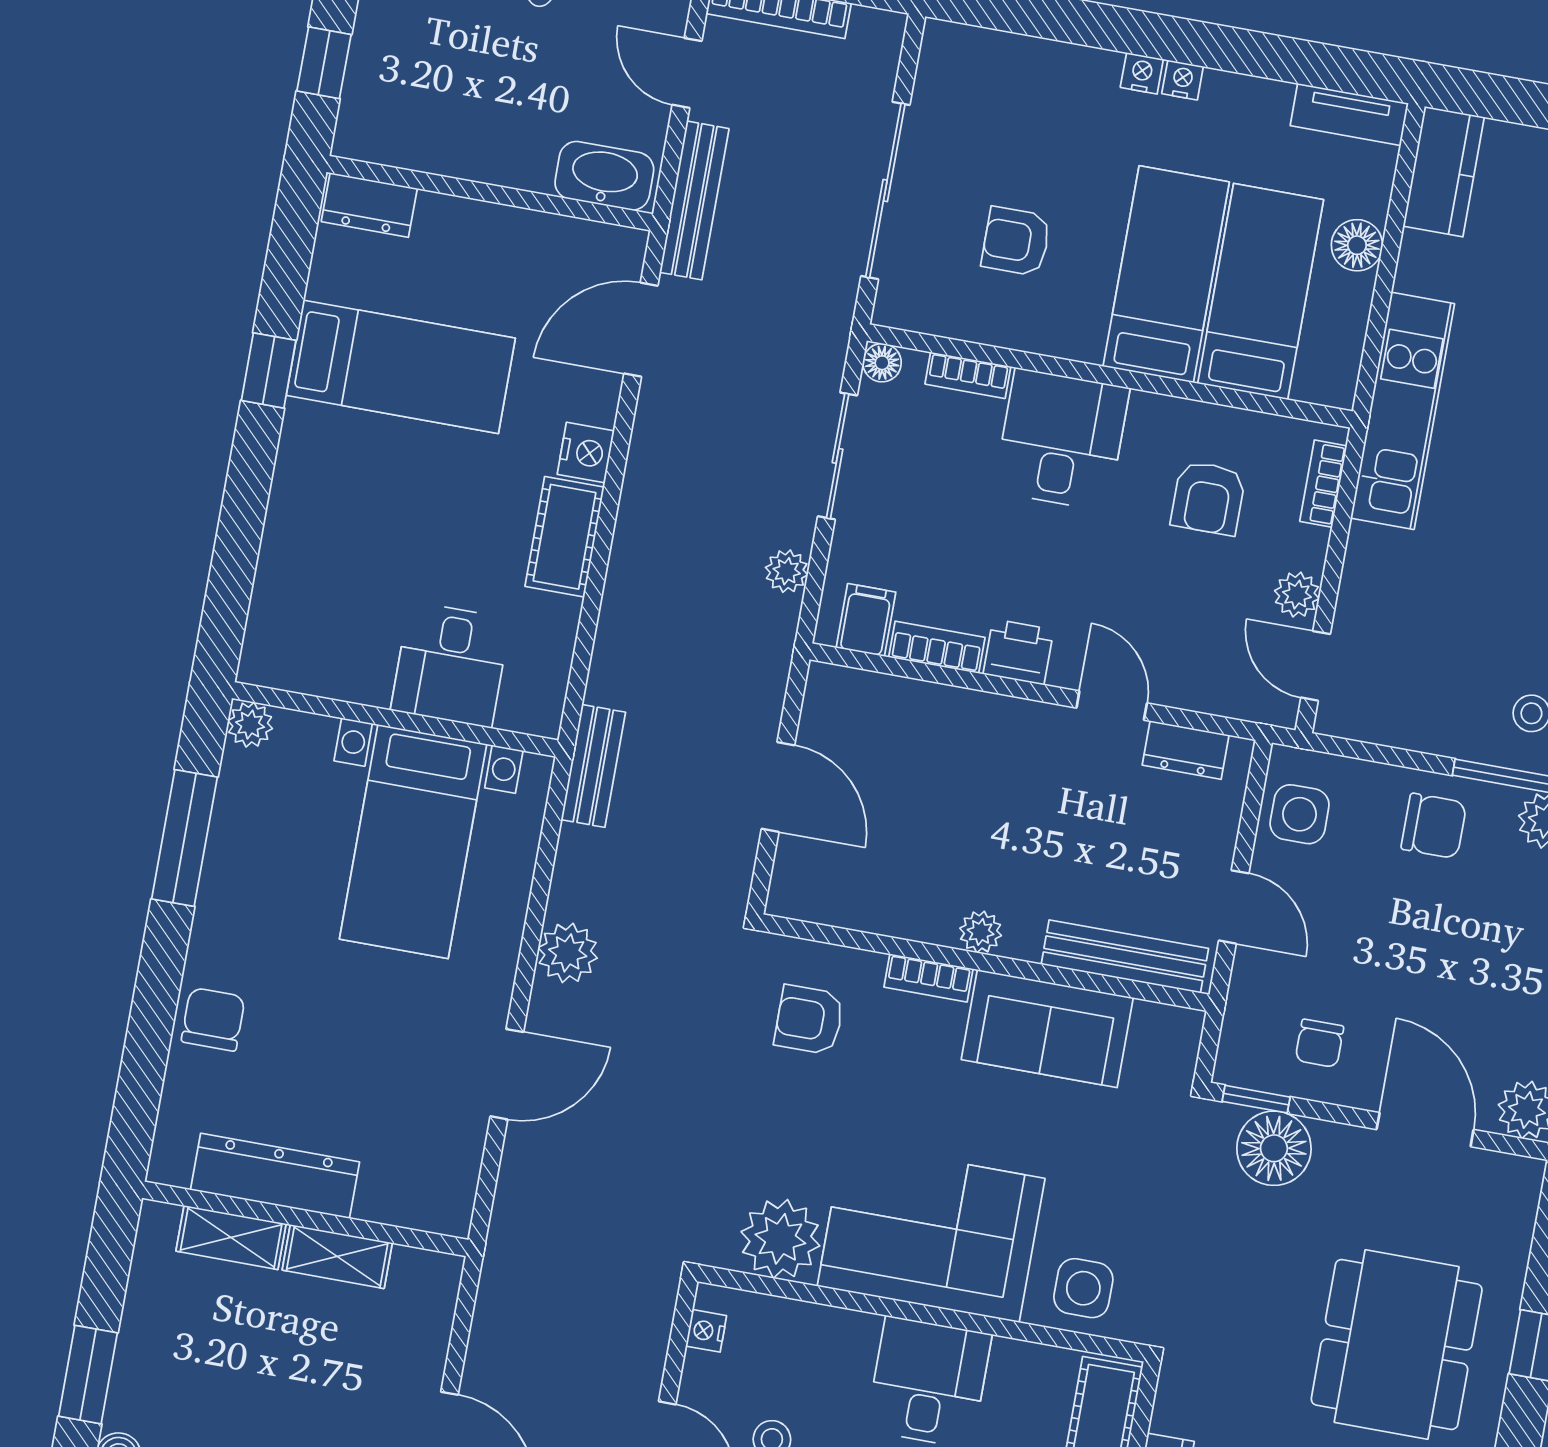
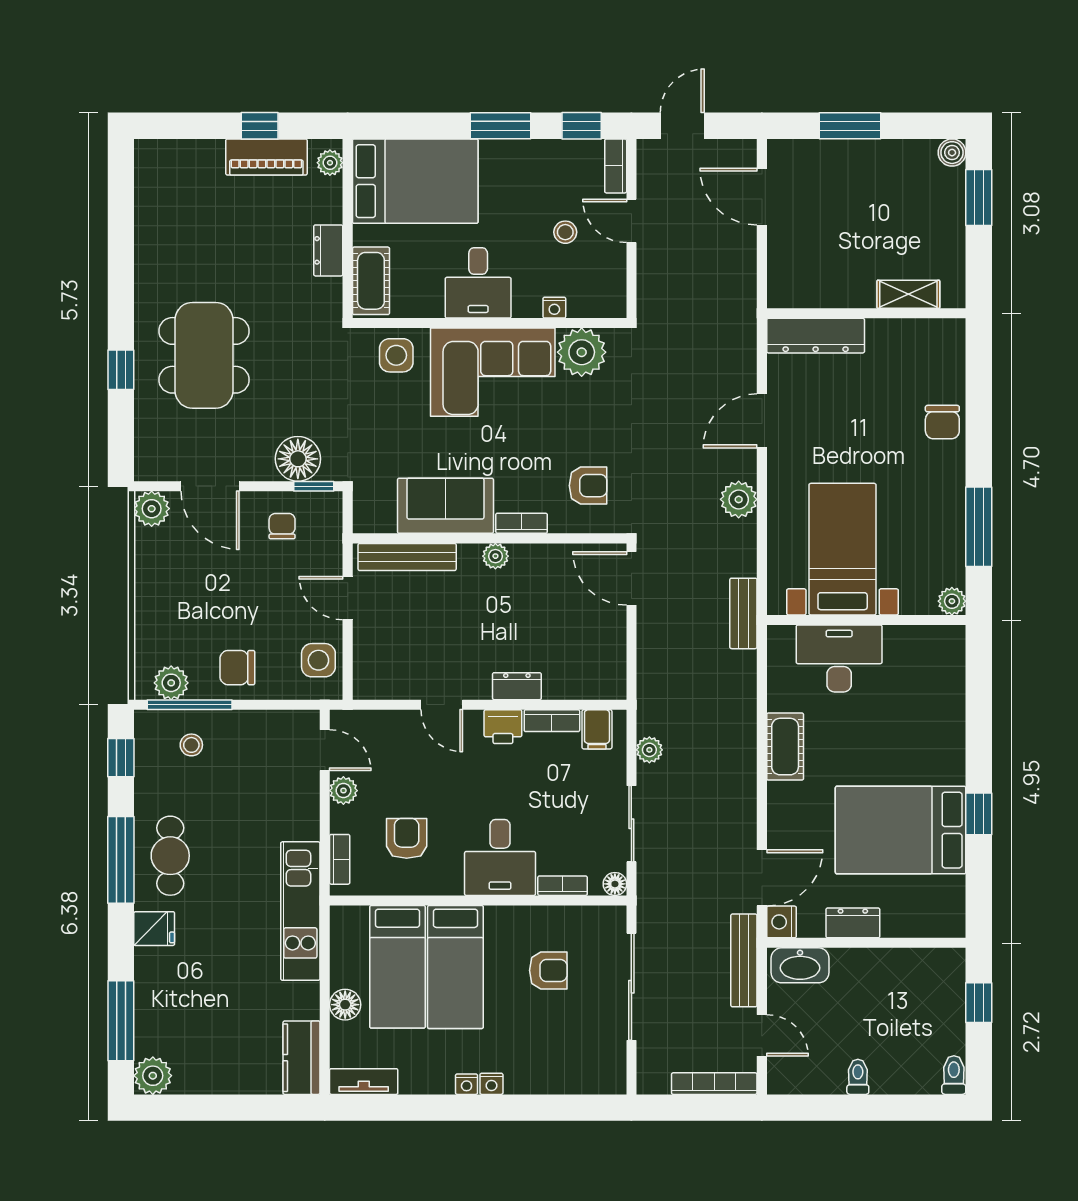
dresser: (369, 205) -> (853, 923), moved
bed: (401, 367) -> (901, 830), width x1.50
nightstand: (586, 453) -> (781, 922), moved
desk: (451, 664) -> (839, 658), width x1.37
dresser: (1186, 750) -> (517, 686), moved
door: (778, 787) -> (631, 578), moved
dresser: (275, 1176) -> (816, 336), moved
shelving: (337, 1256) -> (843, 294), removed
nightstand: (706, 1331) -> (554, 308), moved, turned 90

